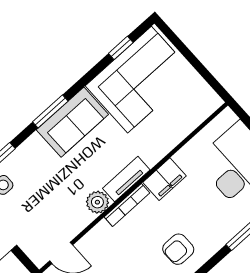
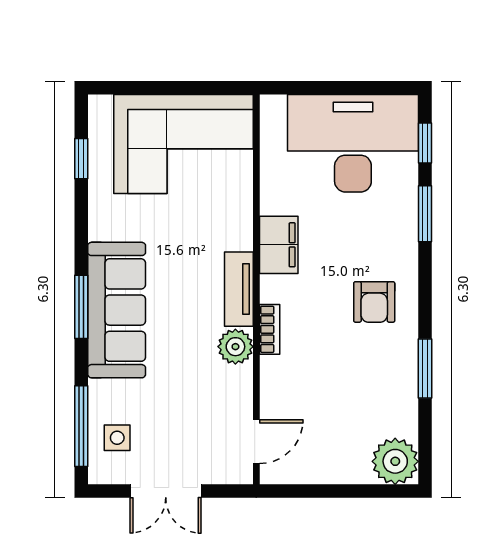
corner sofa: (140, 80) -> (183, 144), moved, turned 90
sofa: (72, 122) -> (117, 310), width x1.36
bookcase: (127, 205) -> (270, 329), width x0.64

